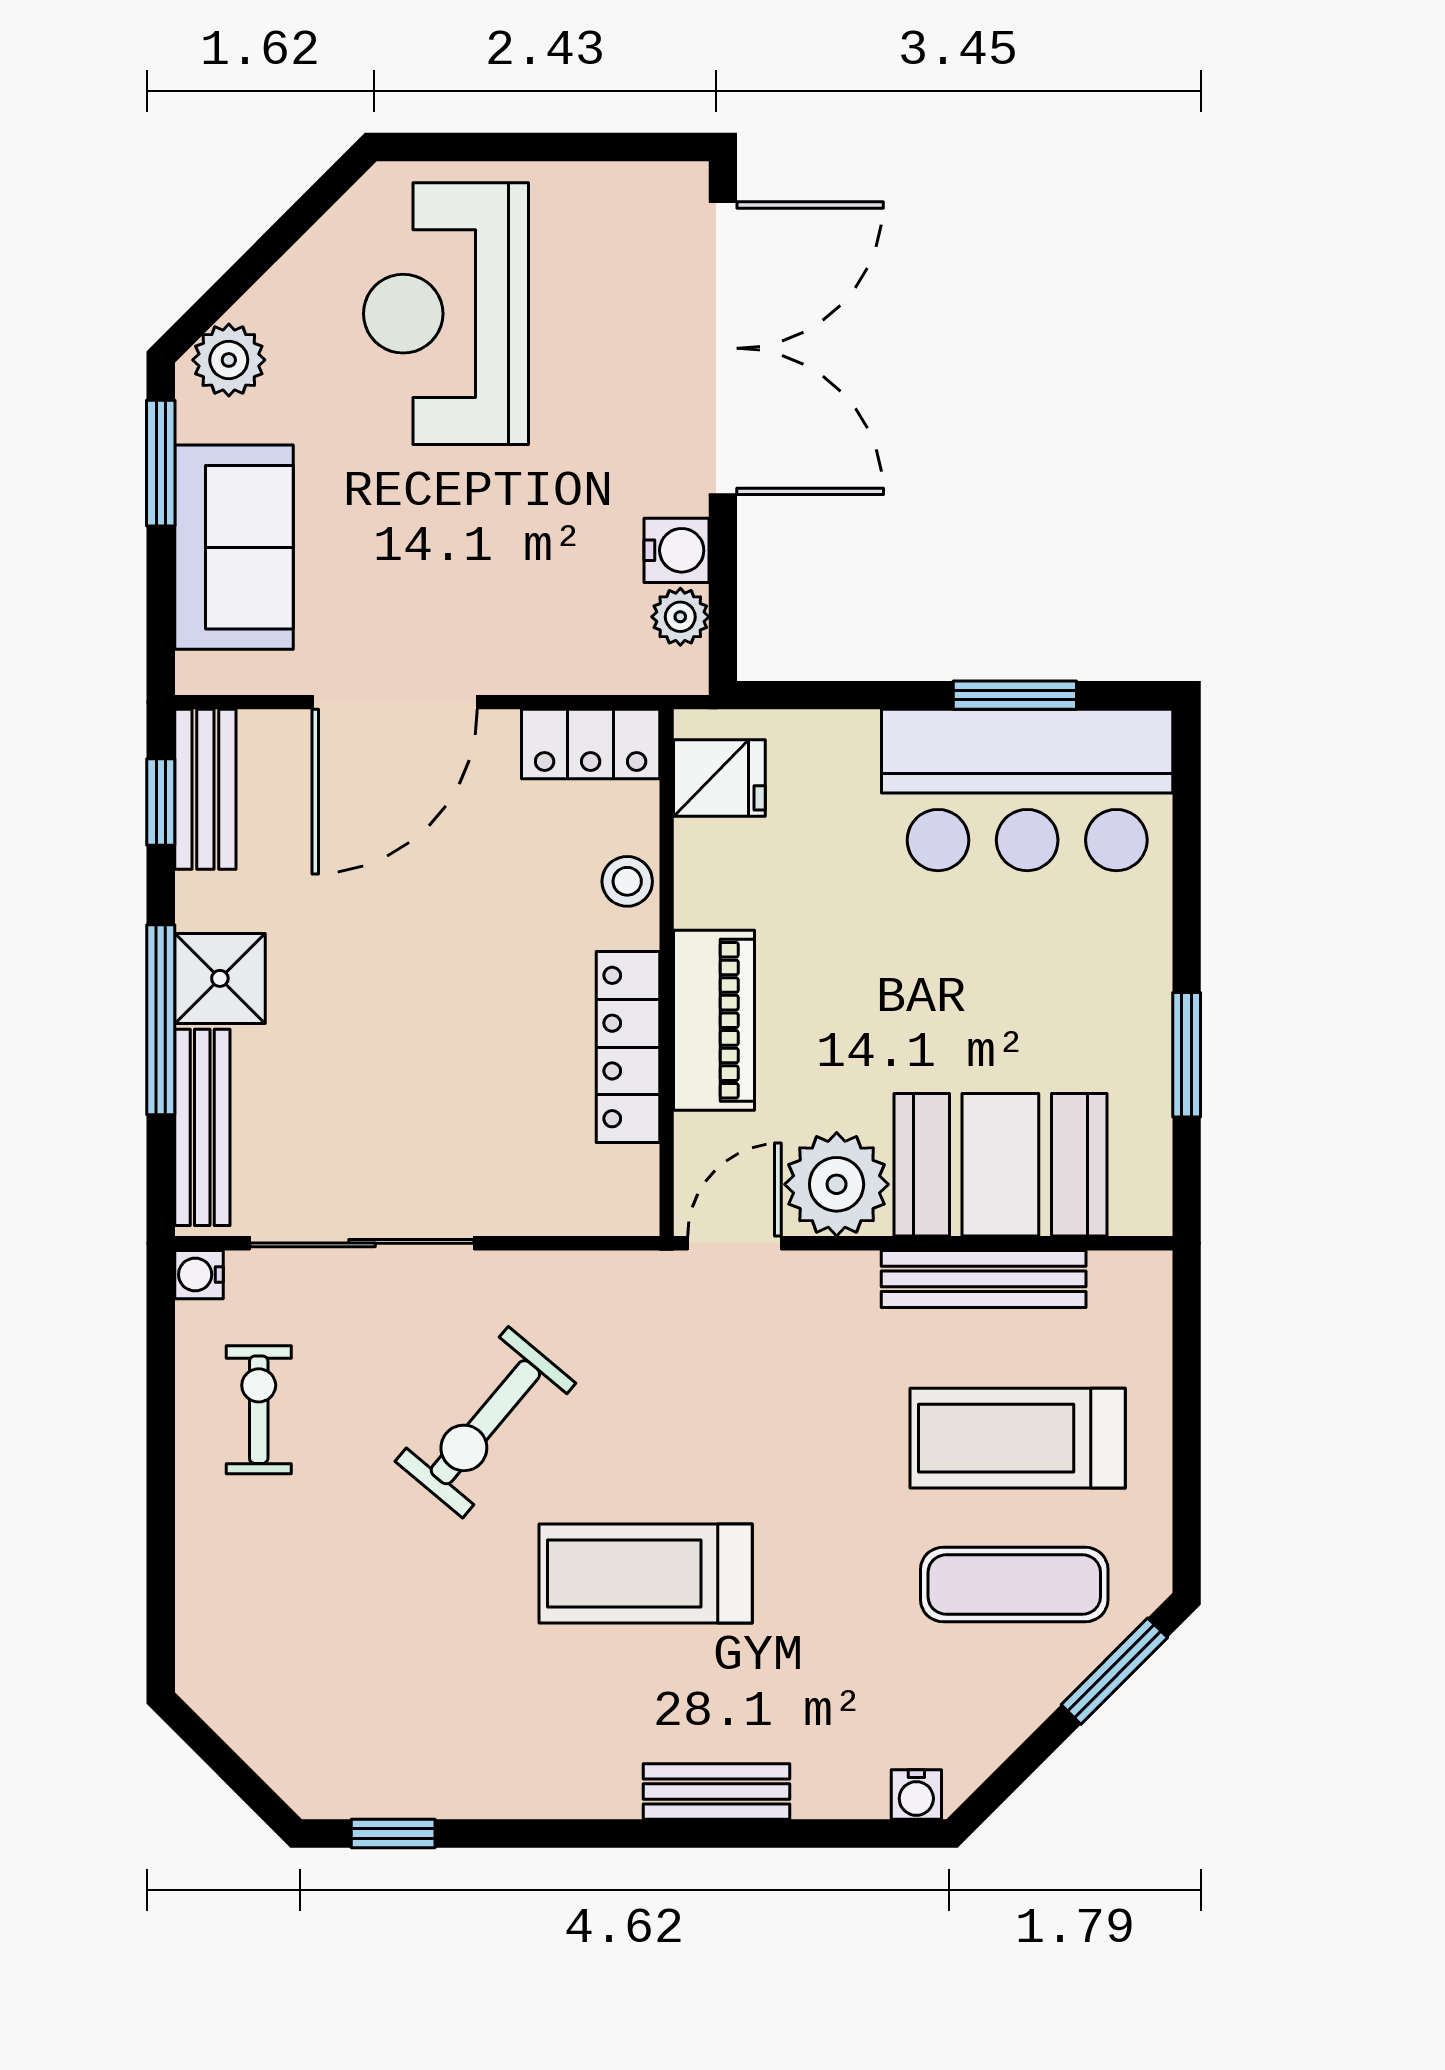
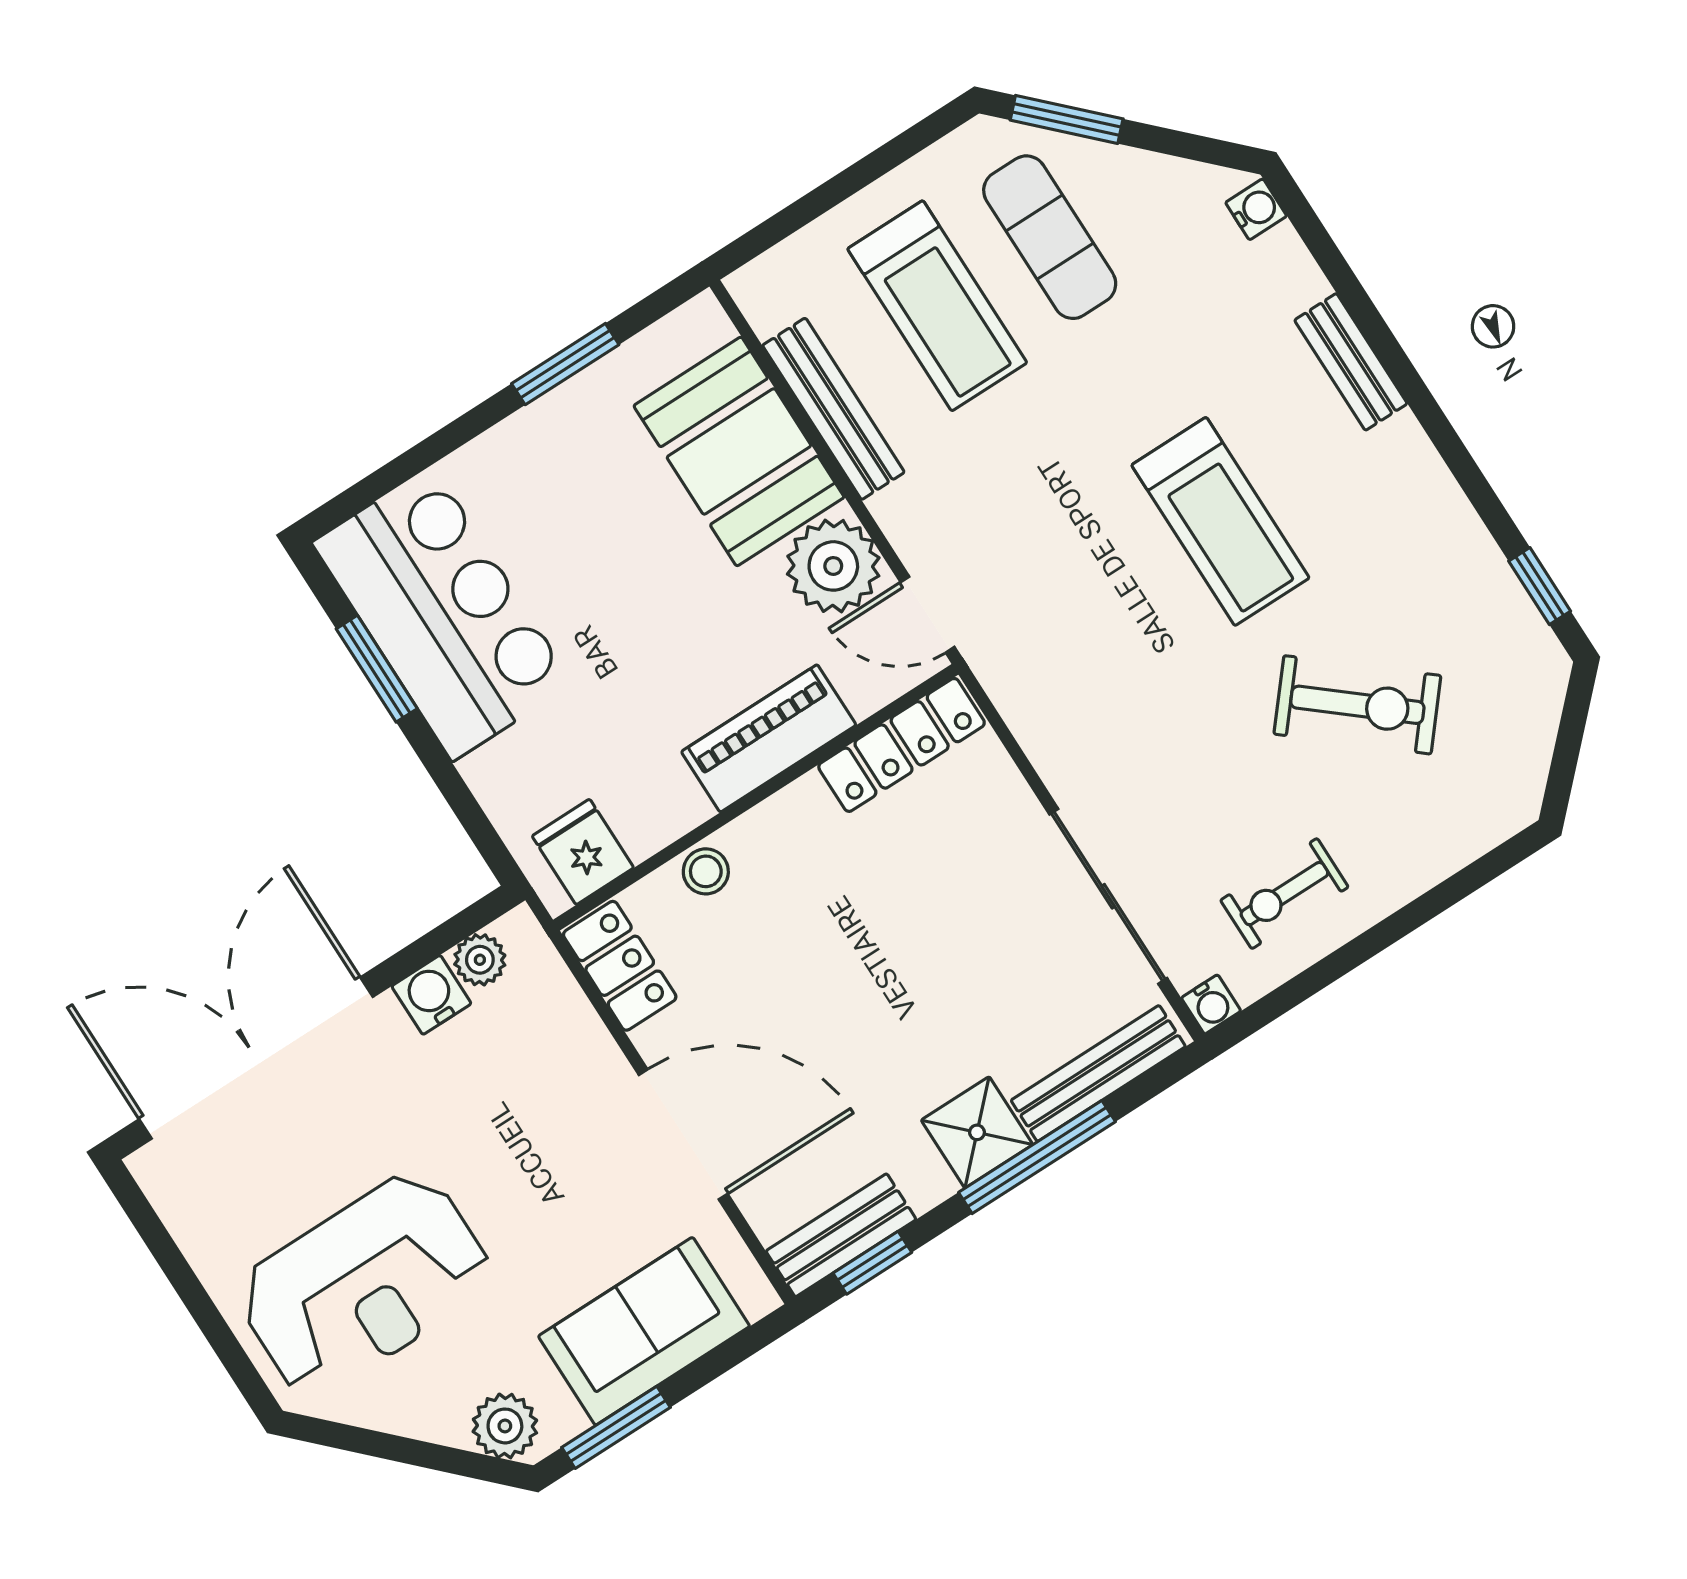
locker: (628, 1047) -> (902, 745), moved
exercise bike: (485, 1422) -> (1357, 705), moved

